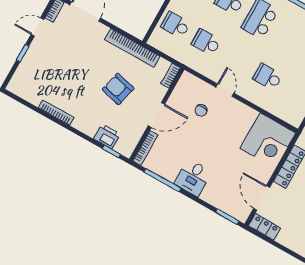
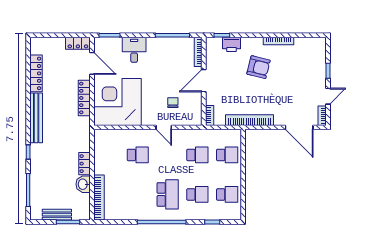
armchair: (118, 89) -> (258, 67), moved
corner desk: (268, 140) -> (117, 102), width x1.36, depth x1.36
desk: (193, 178) -> (134, 50), moved

